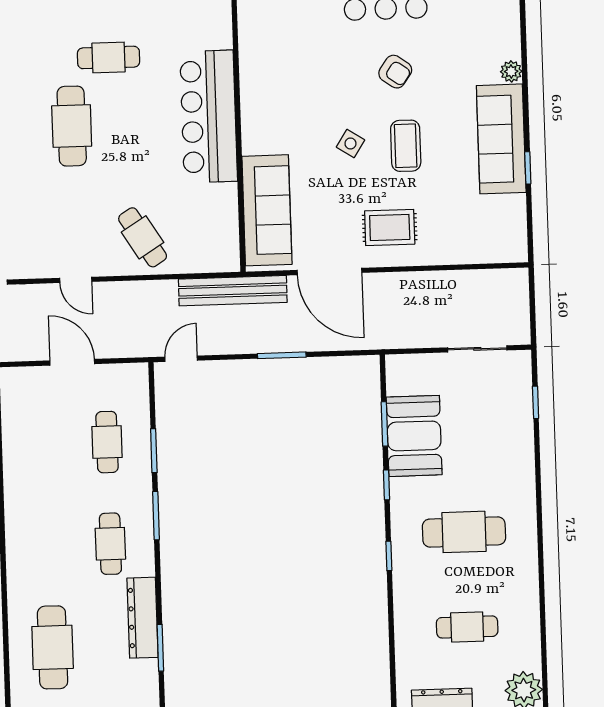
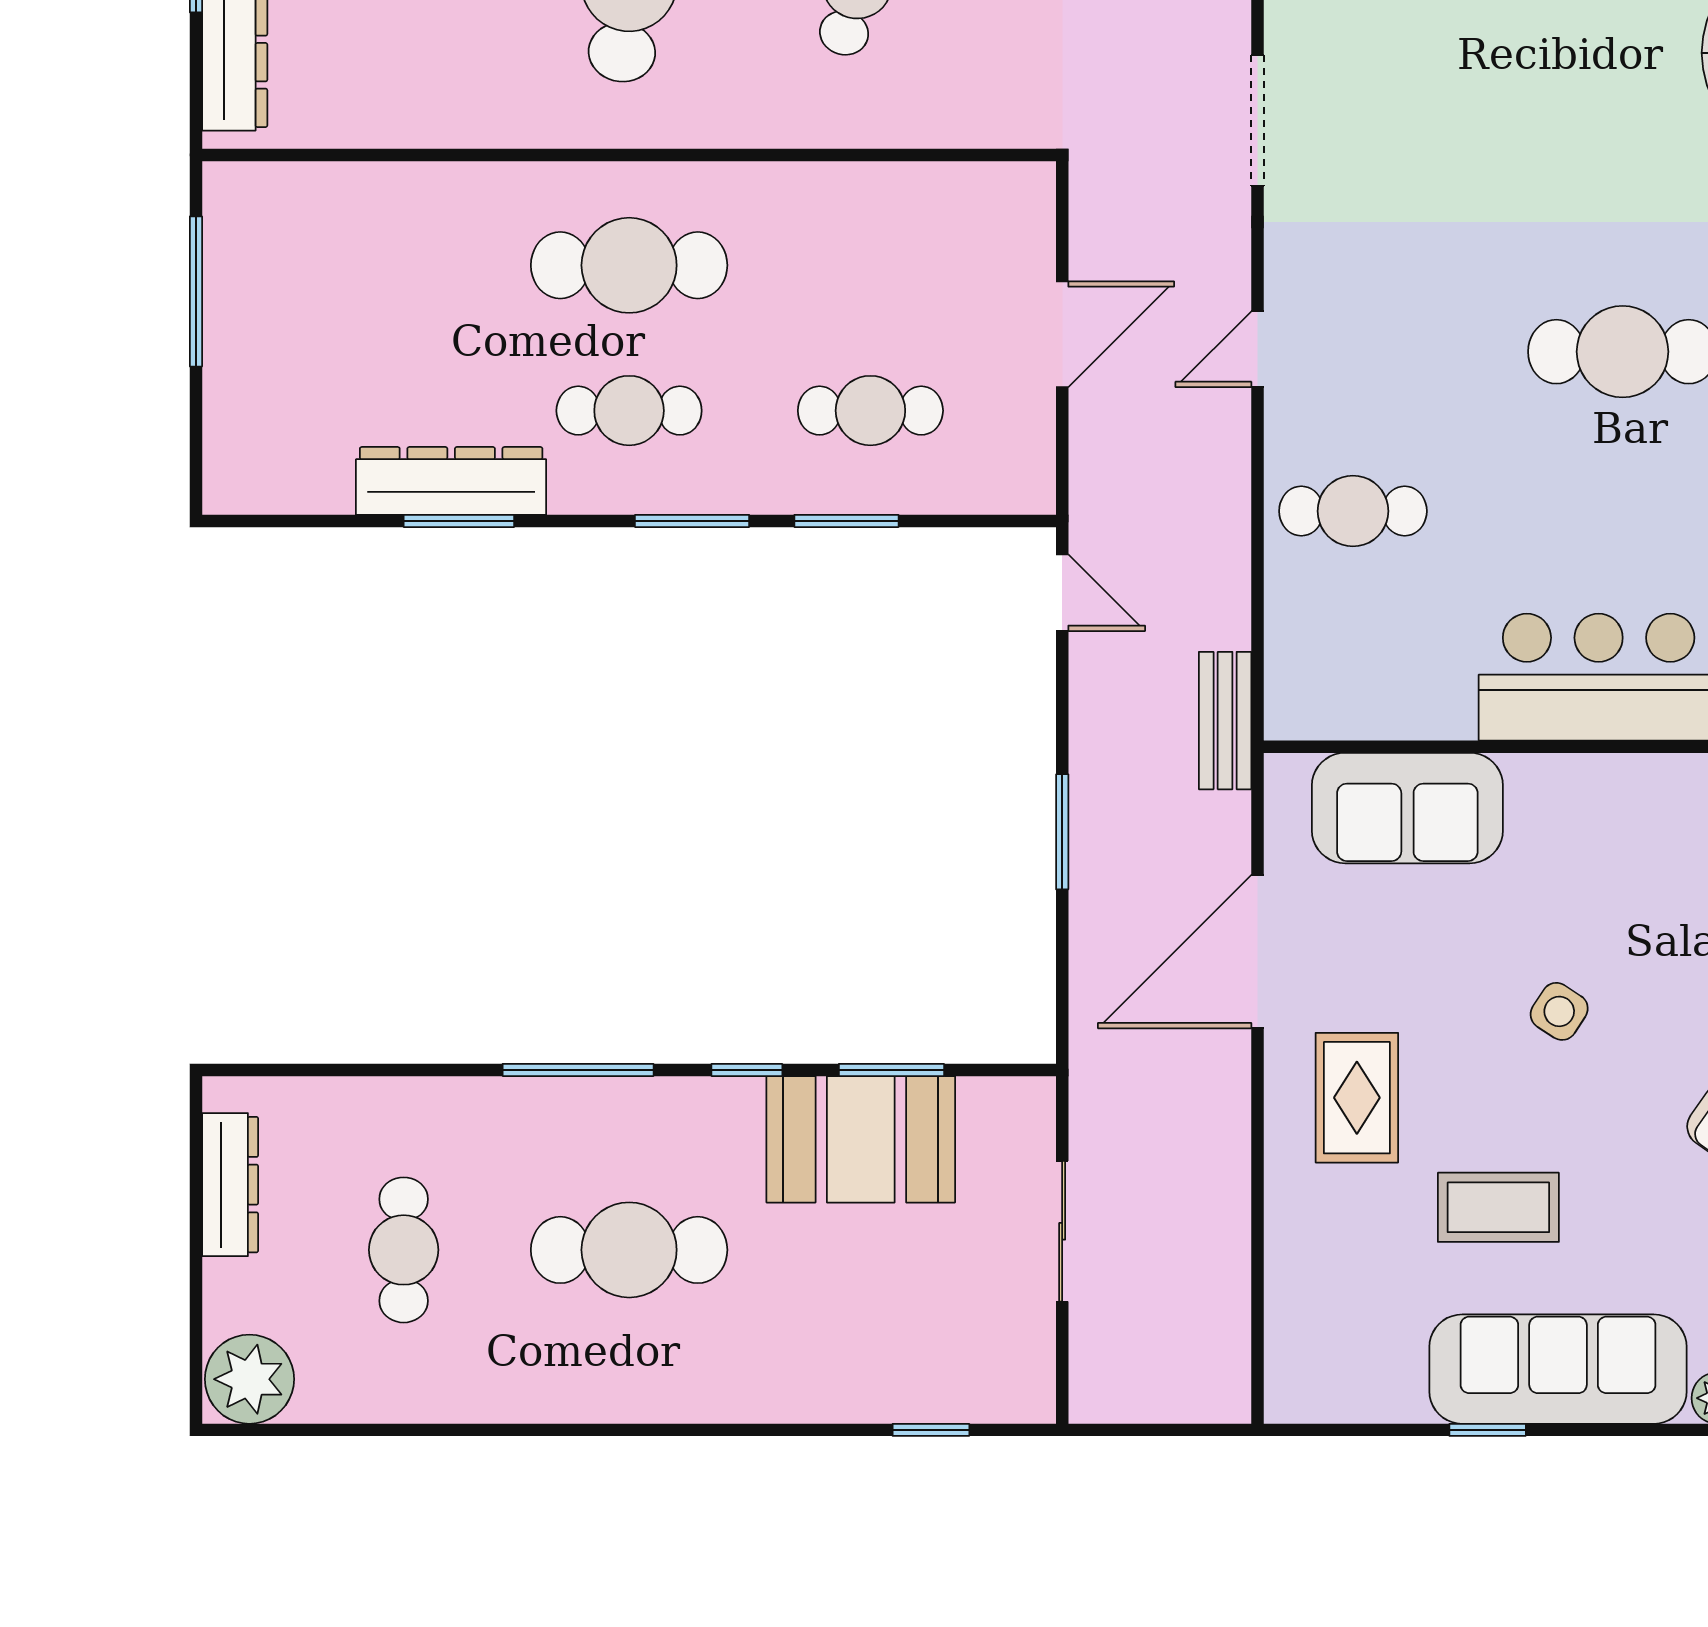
coffee table: (406, 146) -> (1498, 1207), moved
sofa: (267, 210) -> (1407, 808), width x0.73
cafe table: (143, 237) -> (1353, 511), turned 32
bench: (233, 291) -> (1225, 721), width x0.54, depth x0.82
sliding door: (477, 349) -> (1062, 1231), moved
cafe table: (464, 532) -> (629, 1250), turned 90
window: (389, 556) -> (578, 1070), width x2.17
cafe table: (53, 647) -> (629, 265), moved
window: (160, 648) -> (459, 521), moved

